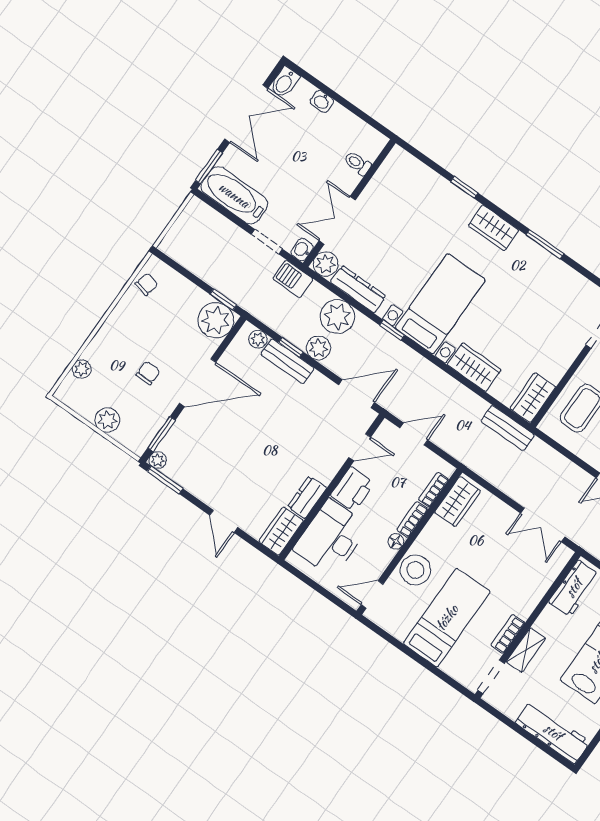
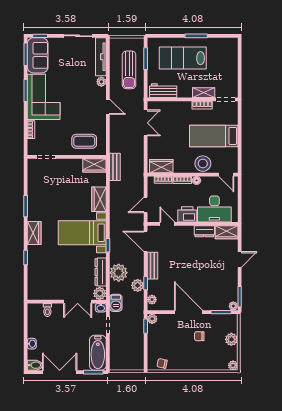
plant: (216, 320) -> (152, 319), width x0.53, depth x0.53
plant: (318, 348) -> (138, 285), moved
bench: (287, 361) -> (152, 266), moved
plant: (82, 369) -> (233, 365), moved
door: (414, 434) -> (146, 205), hinge flipped
workbench: (553, 732) -> (231, 57), removed

